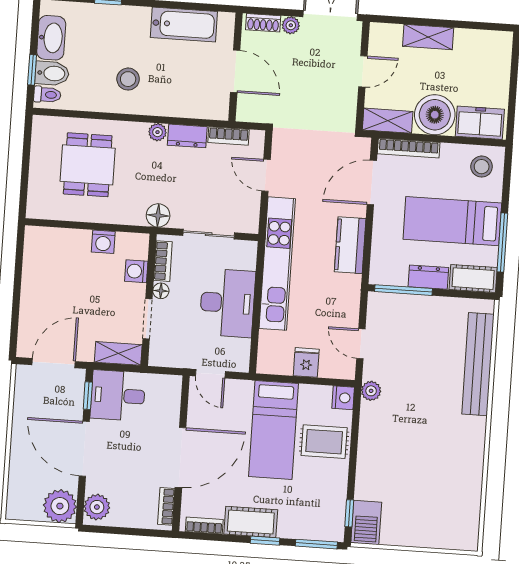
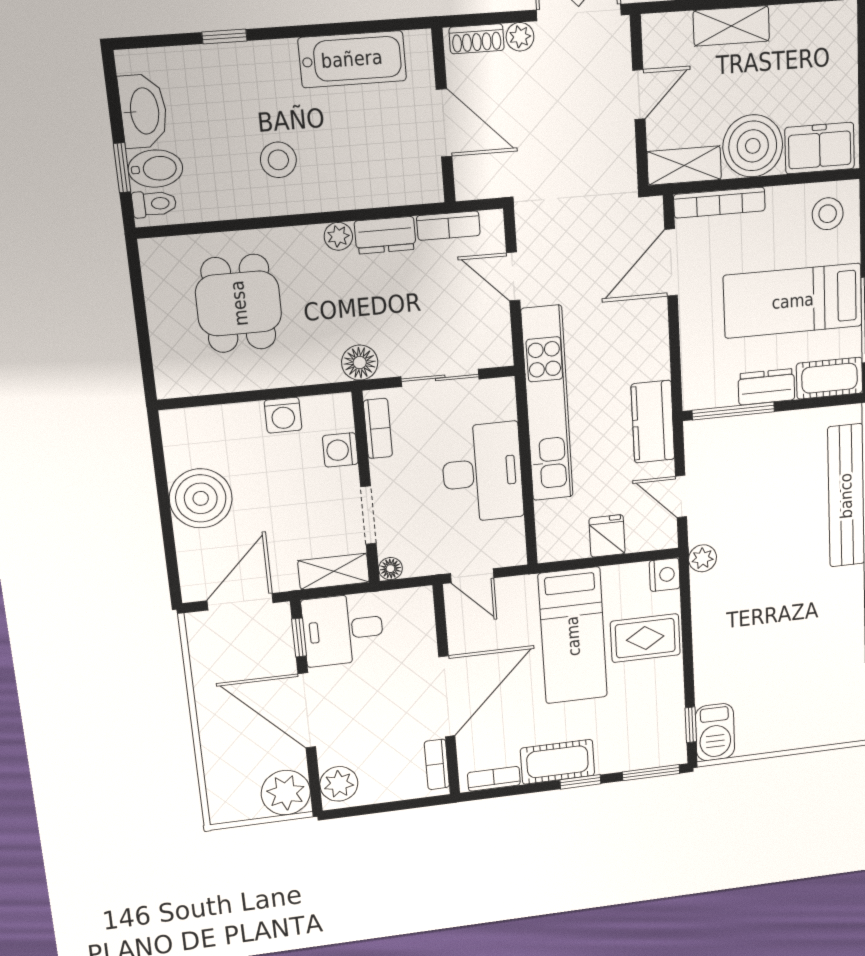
kitchen counter: (350, 245) -> (653, 422), moved
boiler: (41, 288) -> (201, 498), added
floor lamp: (161, 291) -> (390, 569), moved

